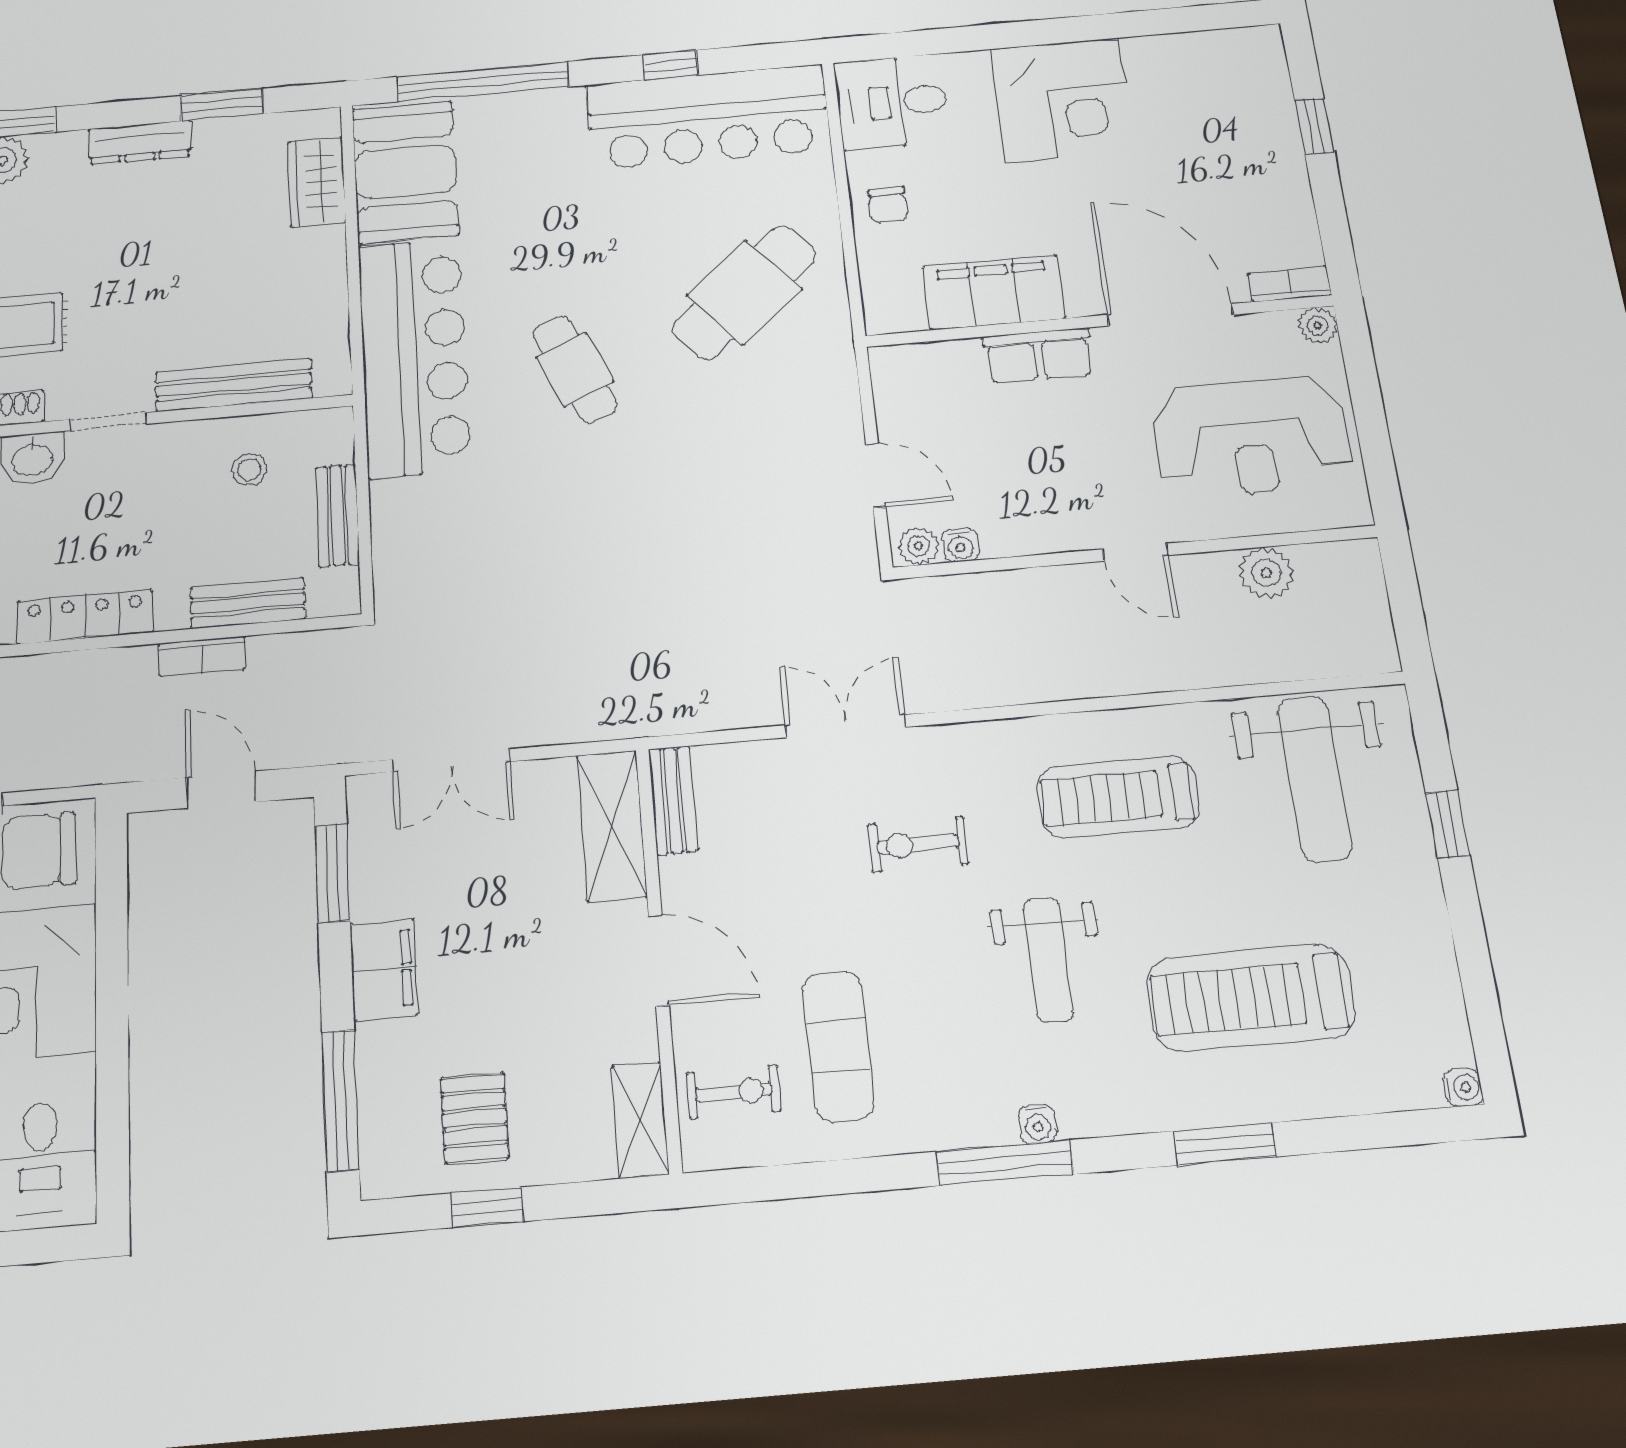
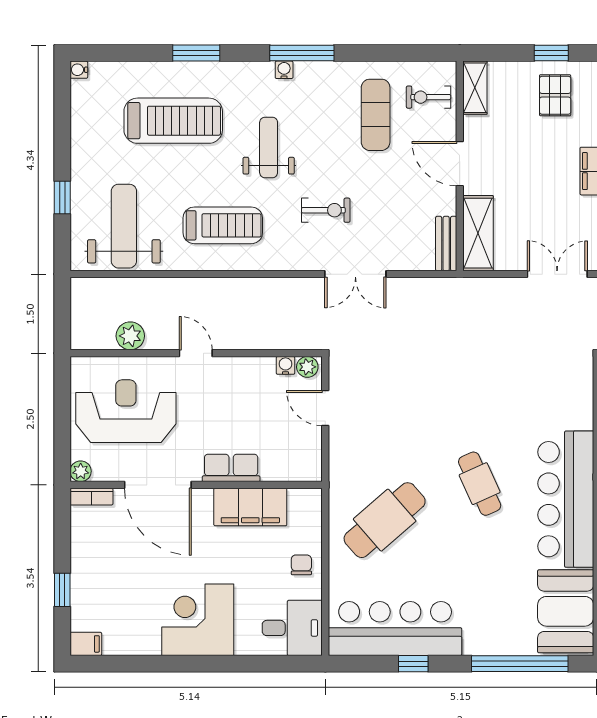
filing cabinet: (1256, 44) -> (86, 644), added

